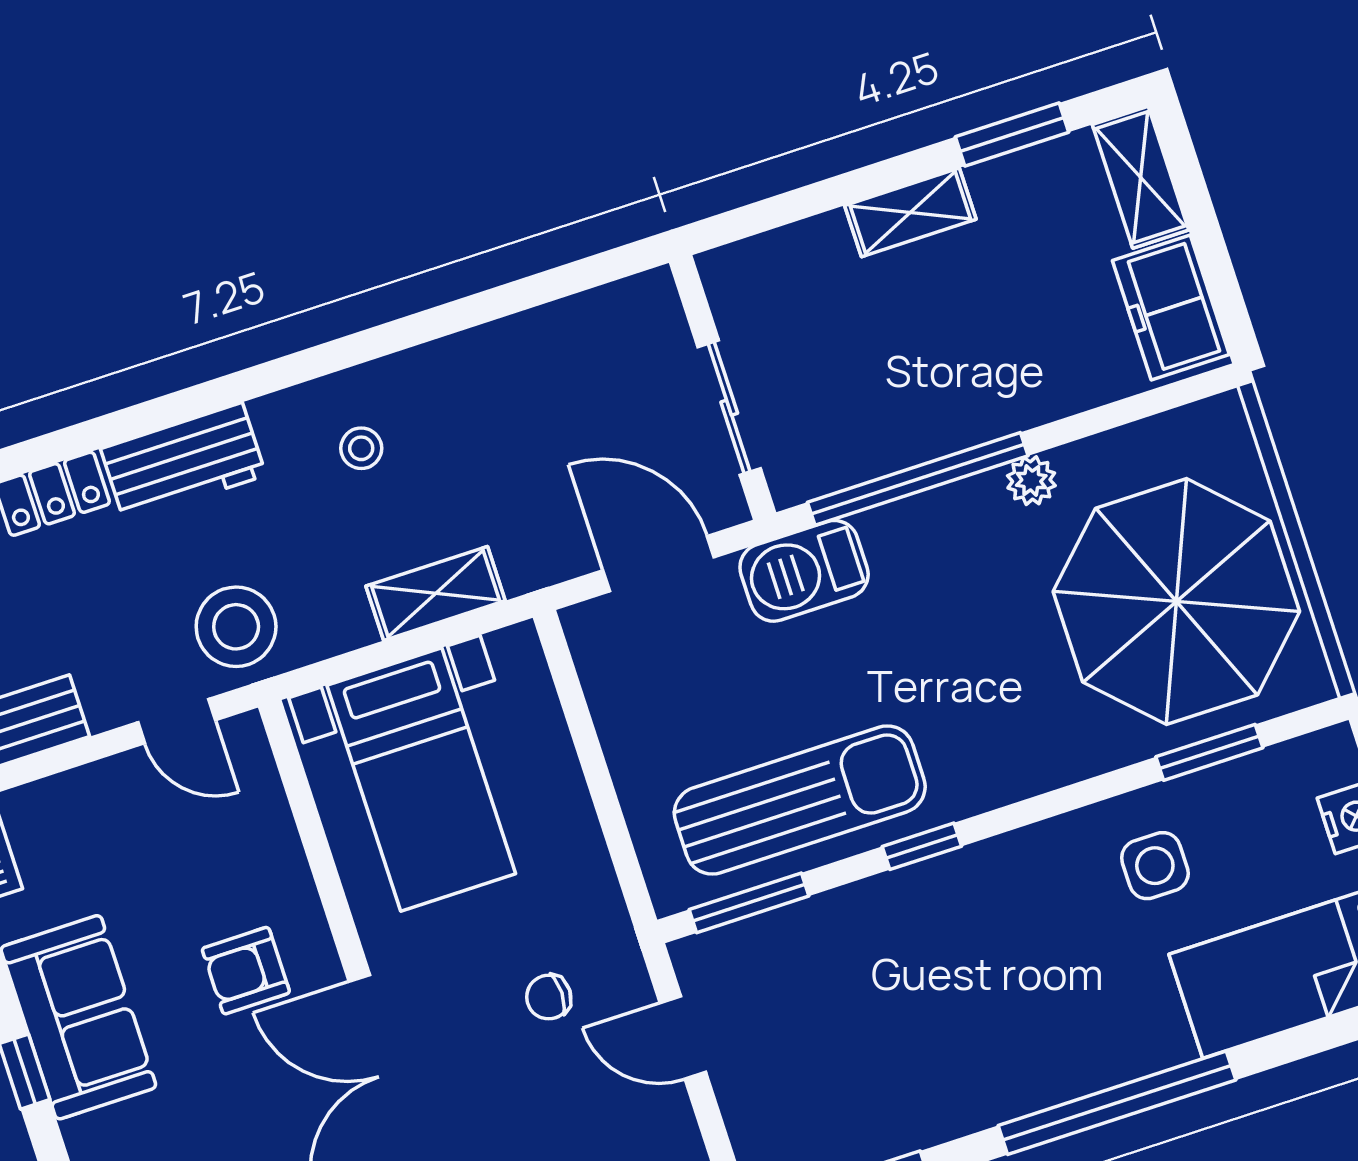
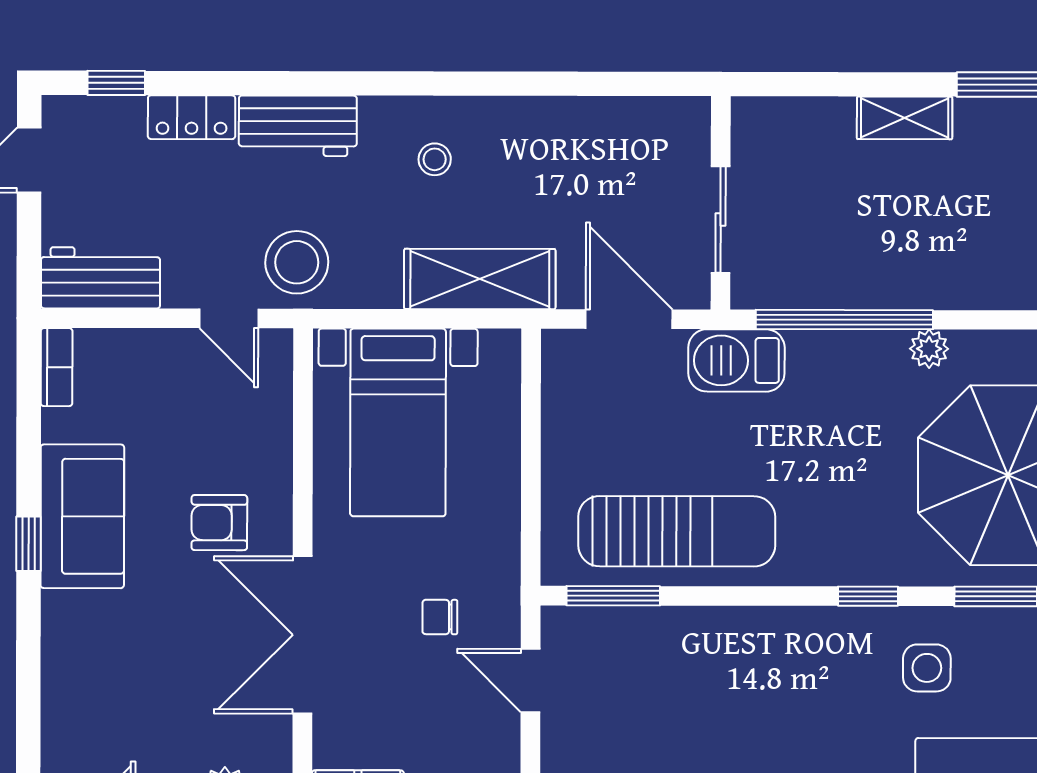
shelving: (436, 593) -> (480, 279), width x1.50, depth x1.33
window: (922, 846) -> (868, 596), moved

